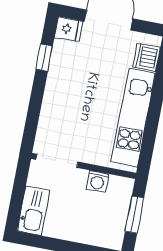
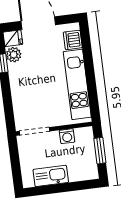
plant: (62, 51) -> (14, 55), added
kitchen sink: (33, 211) -> (51, 176), moved, turned -90

